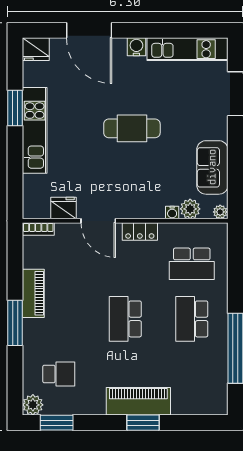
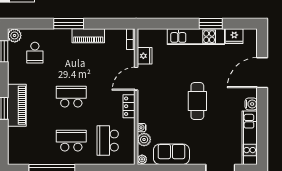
fridge: (36, 49) -> (234, 36), moved, turned -90

